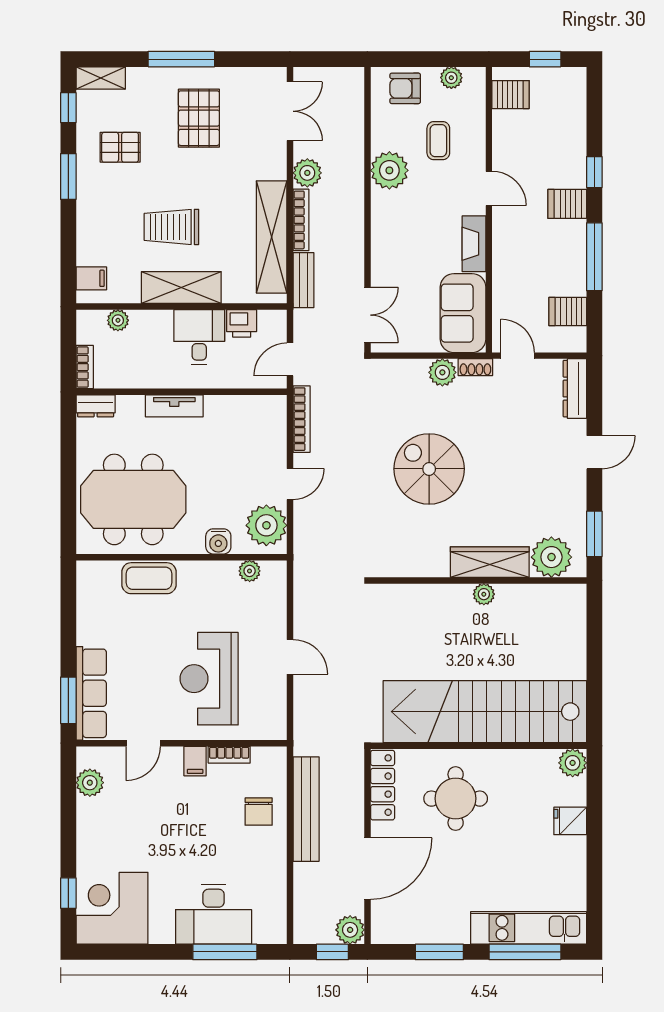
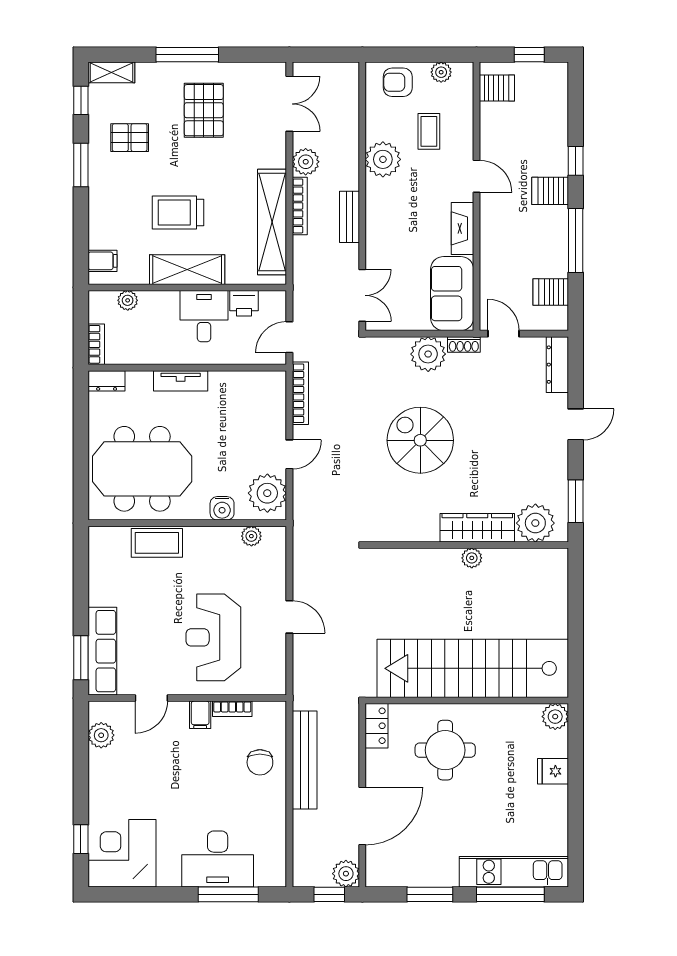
bench: (304, 280) -> (350, 217), moved
plant: (442, 372) -> (428, 354), width x1.36, depth x1.36
locker: (383, 785) -> (376, 726), width x0.66

